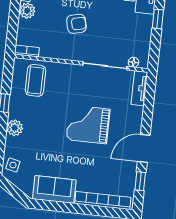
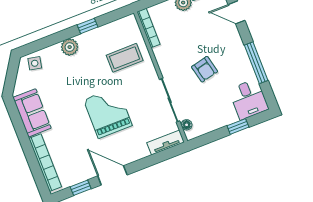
armchair: (76, 24) -> (205, 69), moved
bookcase: (27, 51) -> (149, 28), width x1.56
coffee table: (35, 80) -> (125, 58), moved

